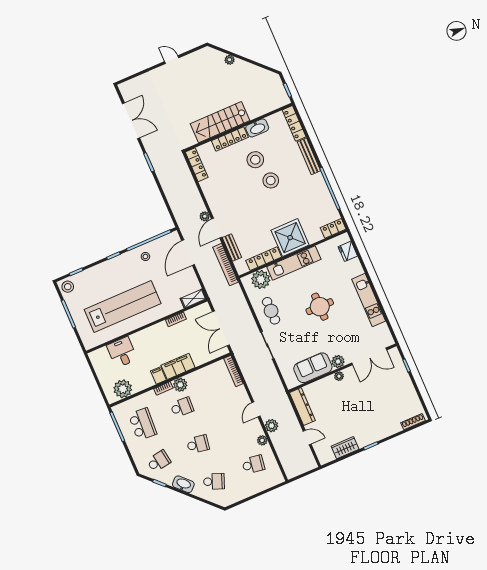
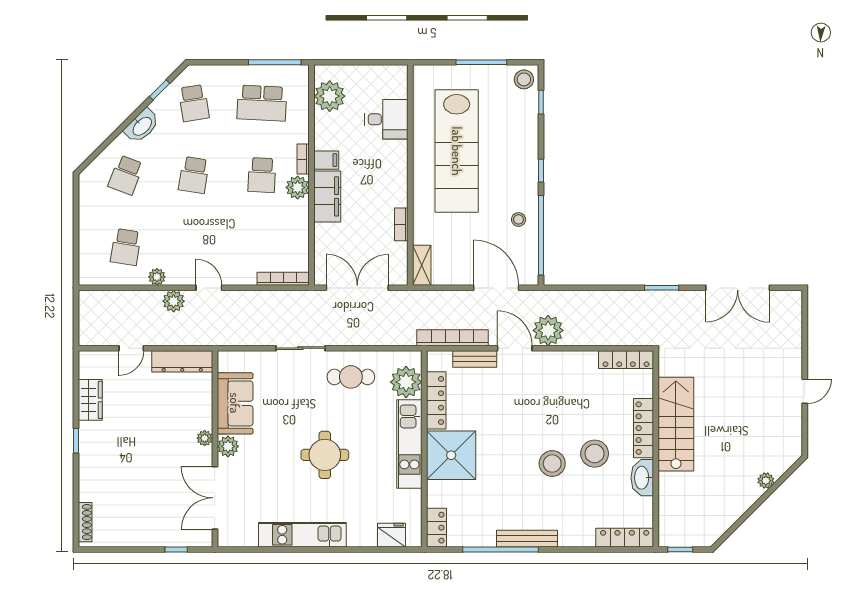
bench: (309, 156) -> (527, 539), moved
plant: (205, 216) -> (548, 330), width x1.88, depth x1.88

